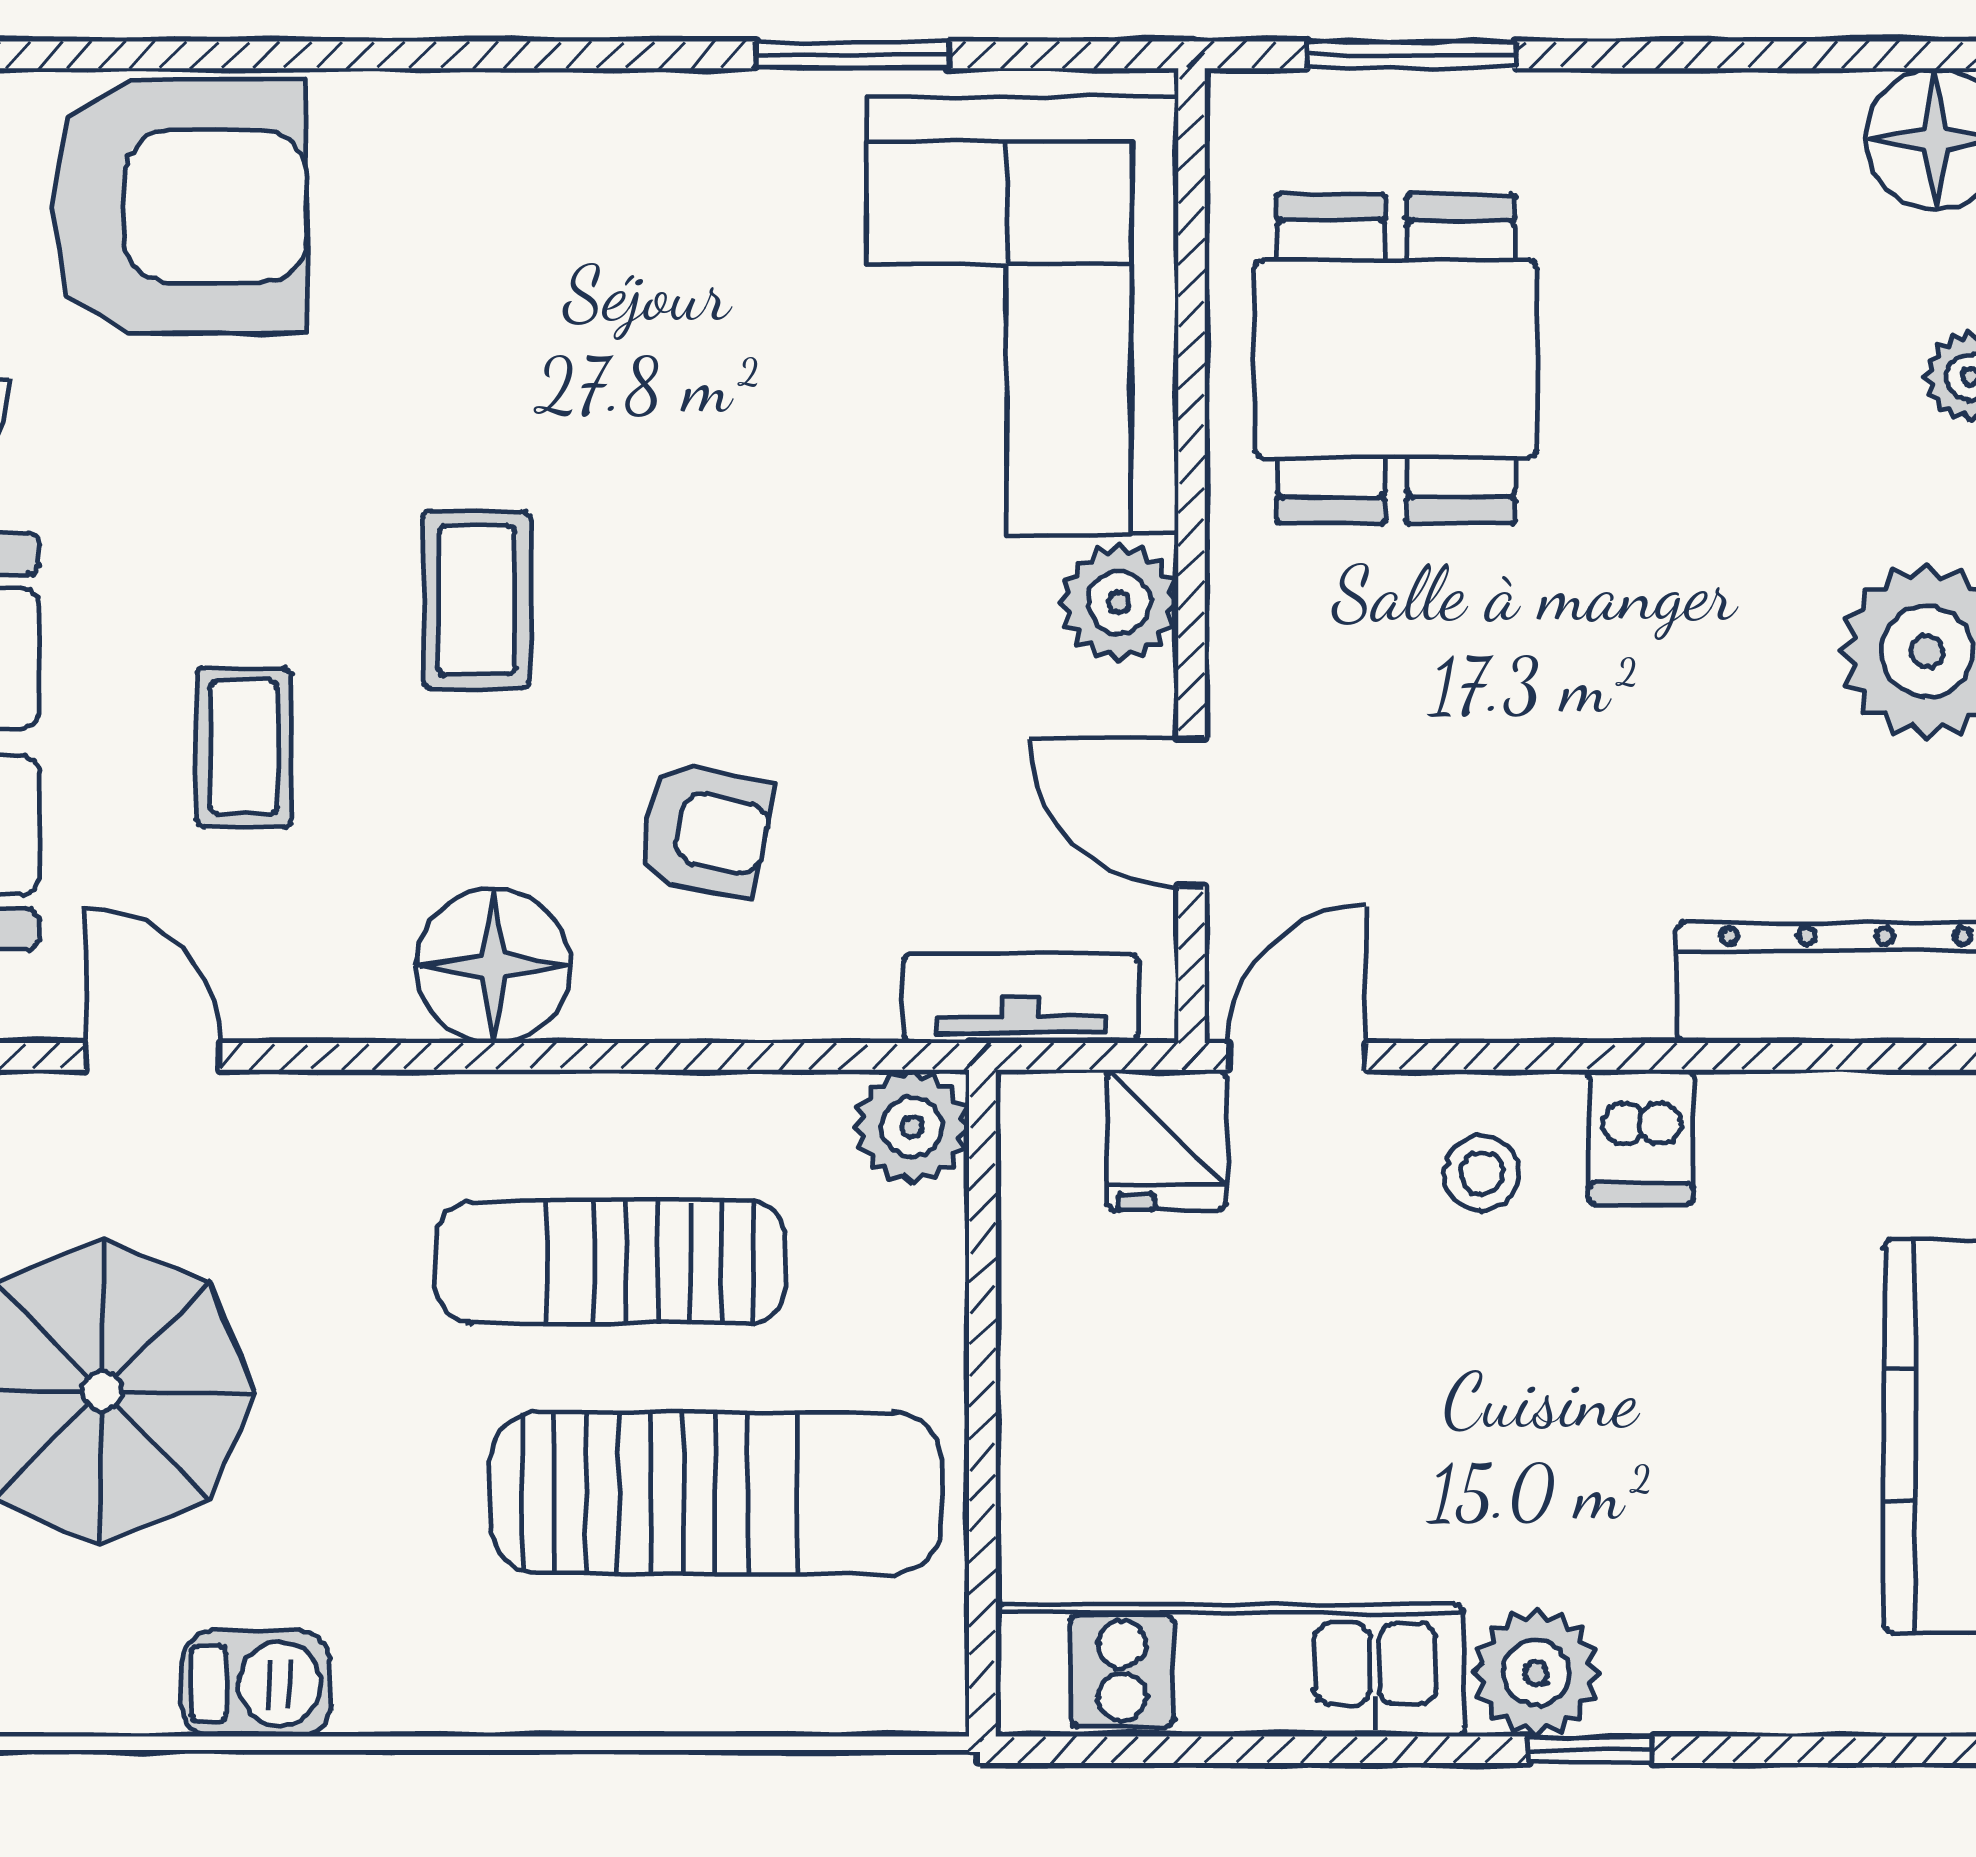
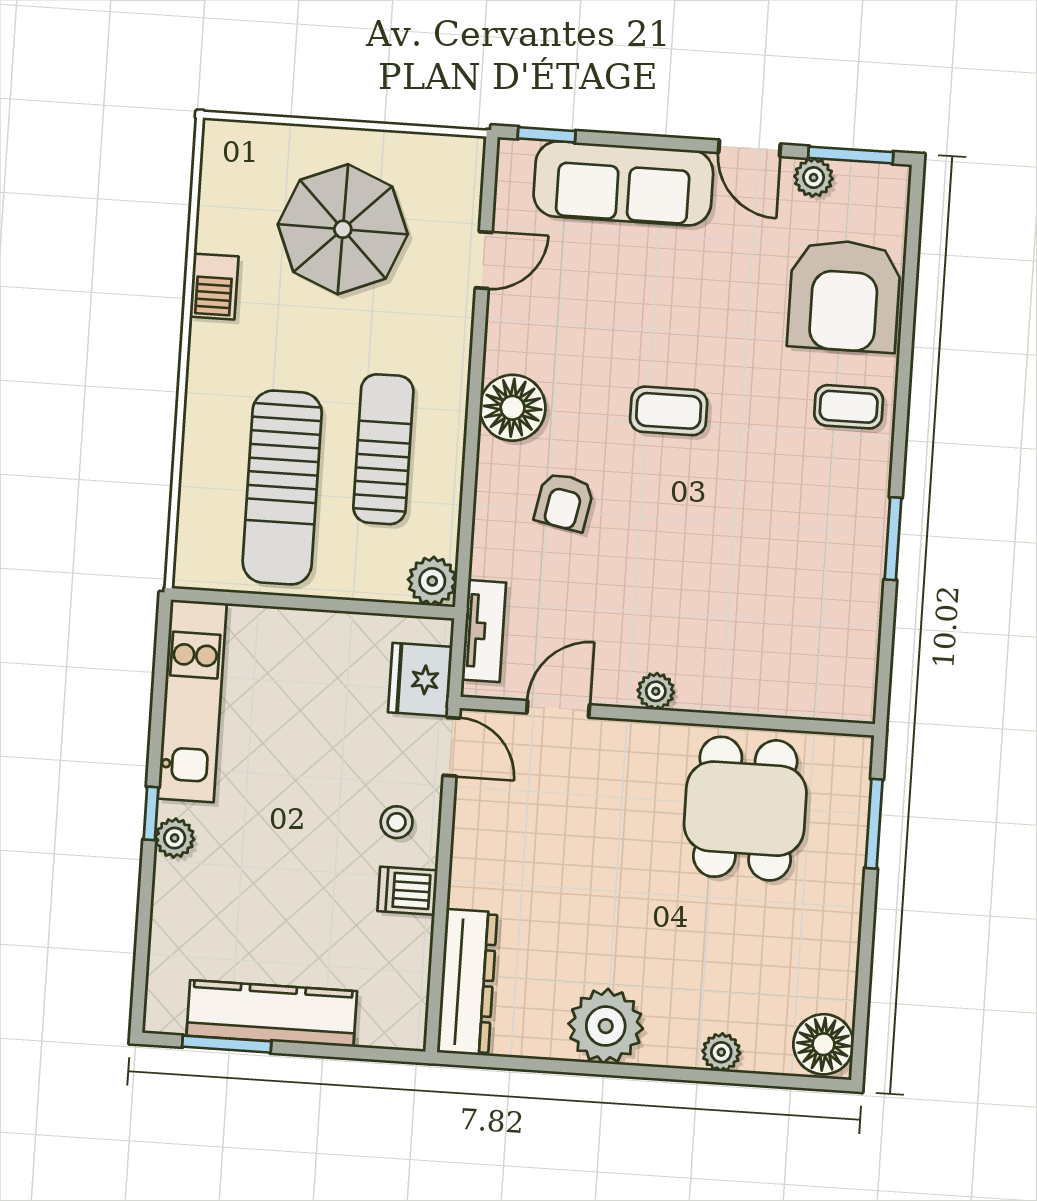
window: (852, 55) -> (893, 539), moved
corner sofa: (1022, 316) -> (774, 651), removed
dining table: (1396, 359) -> (745, 809), turned 90
plant: (1119, 603) -> (656, 691), width x0.73, depth x0.73
coffee table: (244, 747) -> (849, 407), moved
fridge: (1167, 1140) -> (420, 680), width x1.38
plant: (1536, 1673) -> (175, 838), width x0.73, depth x0.73
window: (1590, 1750) -> (151, 813), moved

